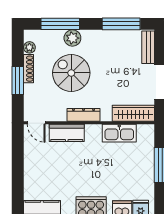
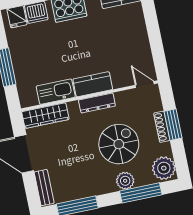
plant: (29, 47) -> (164, 168), width x1.88, depth x1.88
shoe rack: (28, 69) -> (162, 127), moved
spiral stairs: (71, 73) -> (119, 144), turned -90
kitchen counter: (67, 133) -> (93, 84), moved

